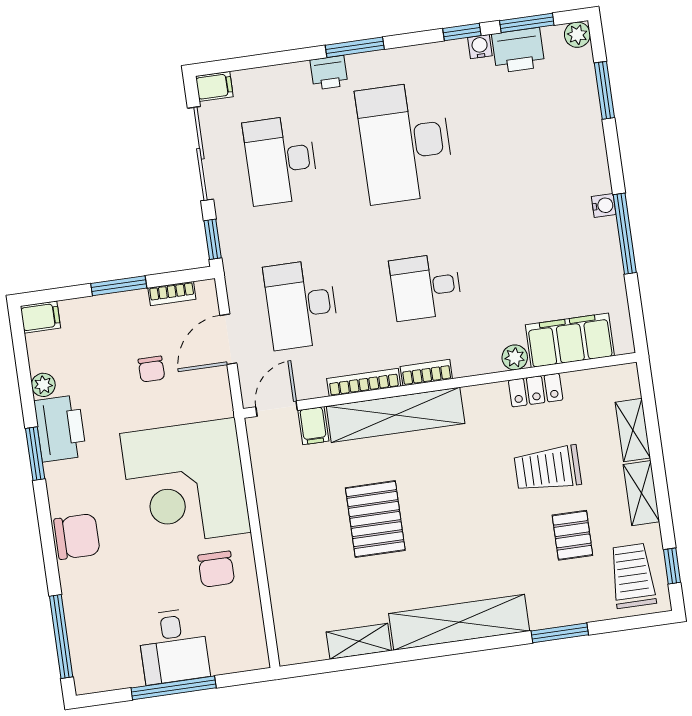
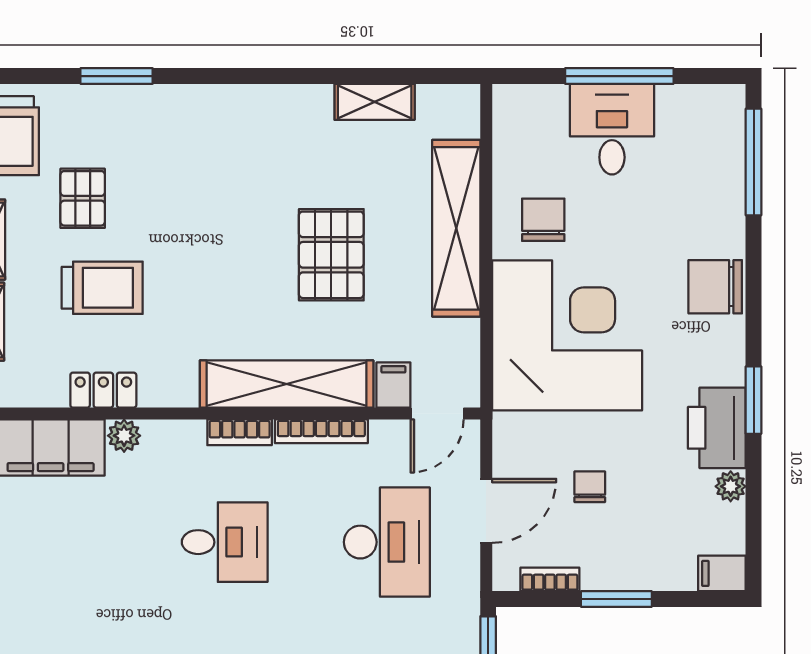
shelving: (459, 622) -> (456, 228), moved, turned 90

